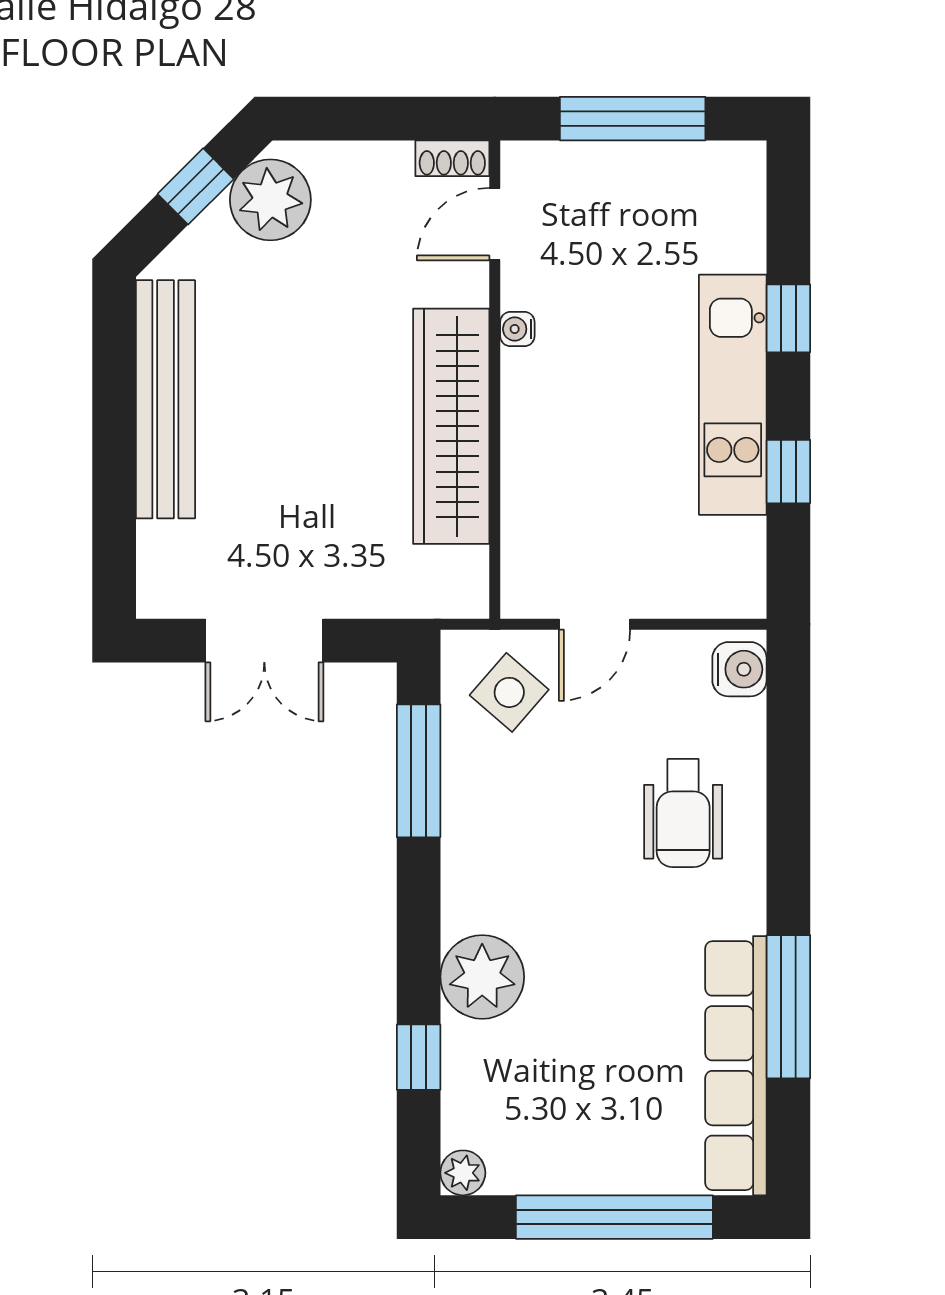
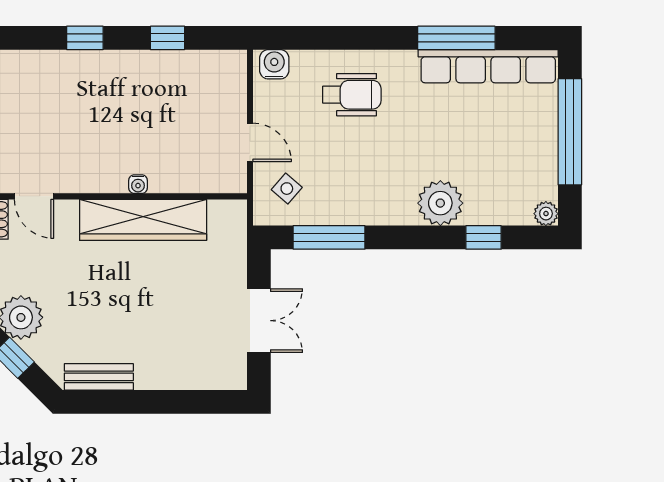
water cooler: (517, 329) -> (138, 184), moved
kitchen unit: (733, 395) -> (126, 68), removed
bench: (165, 399) -> (99, 377), width x0.54, depth x0.82
side table: (509, 692) -> (287, 189), width x0.73, depth x0.73

